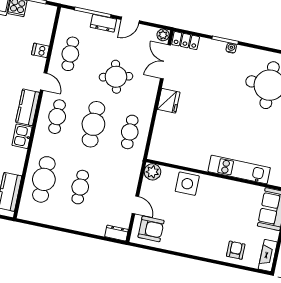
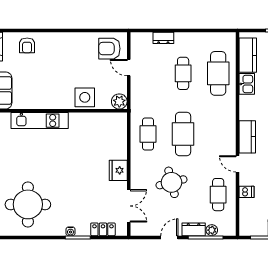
plant: (163, 35) -> (212, 230), moved
locker: (186, 41) -> (103, 229), moved
cafe table: (57, 117) -> (218, 134), removed
kitchen sink: (22, 136) -> (247, 84), moved
dresser: (117, 233) -> (163, 38), moved

